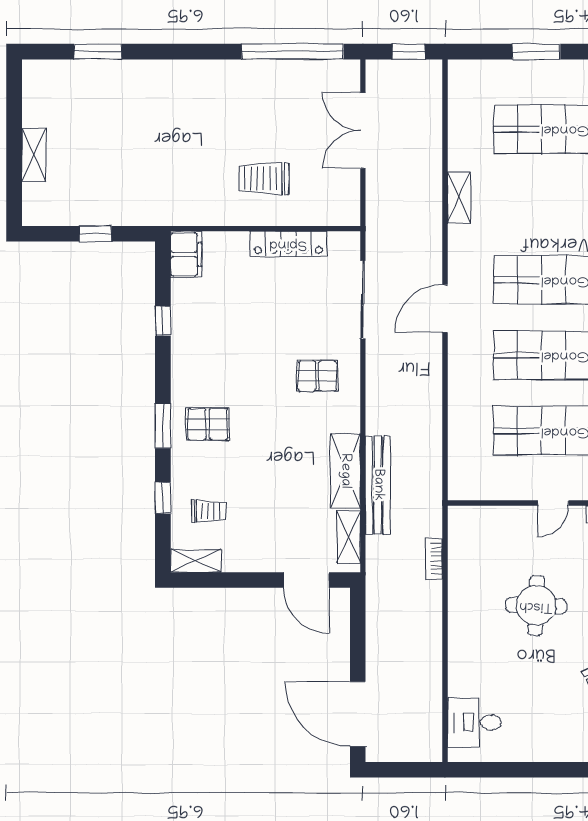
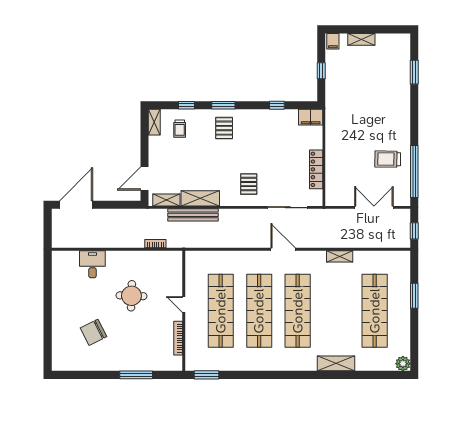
trolley: (264, 179) -> (388, 159), moved, turned -89
filing cabinet: (37, 211) -> (333, 41), added
desk: (474, 722) -> (92, 264), moved

